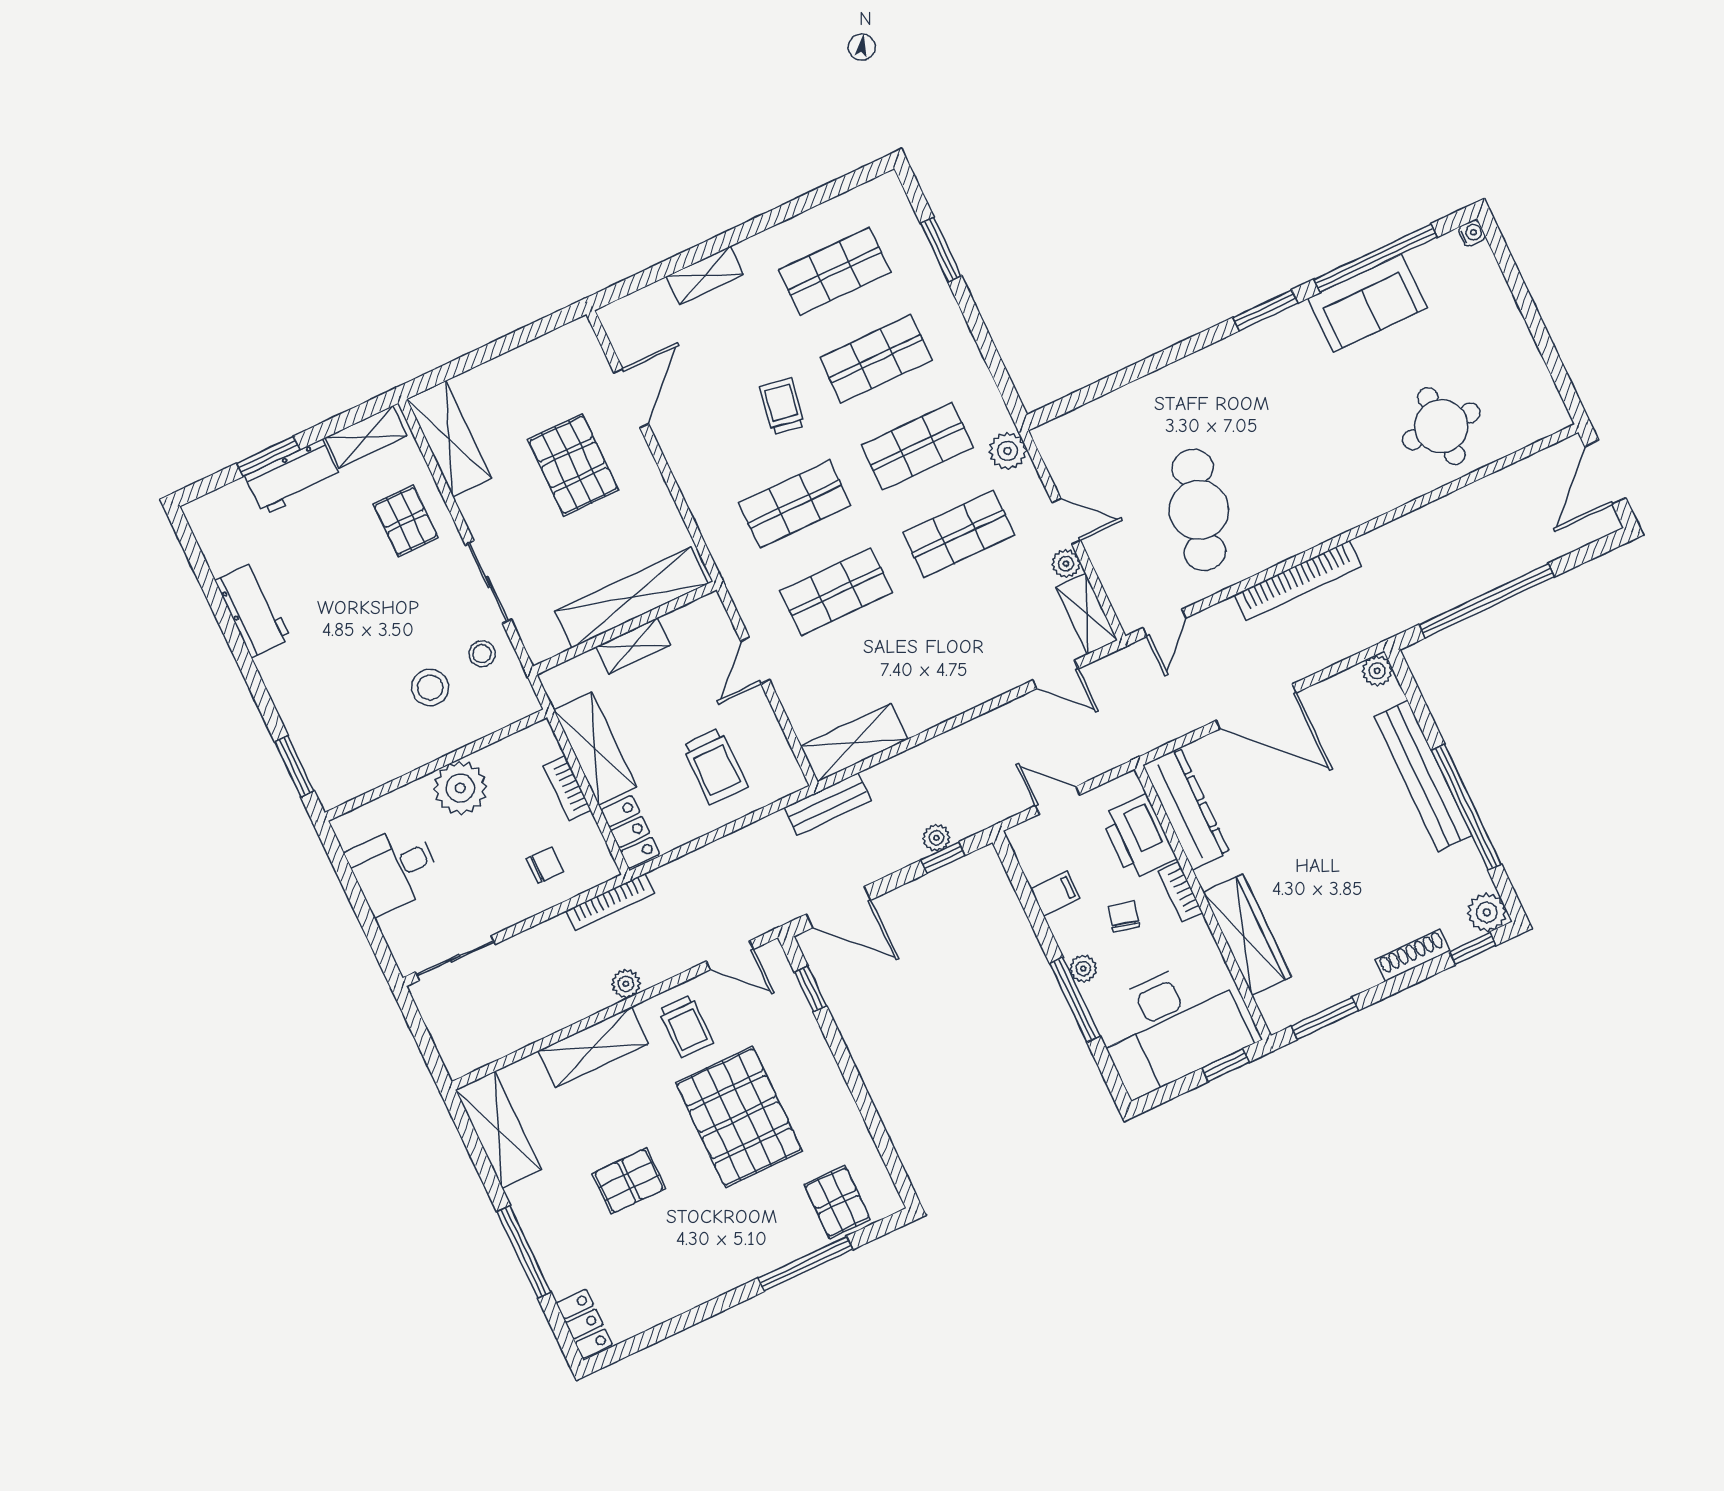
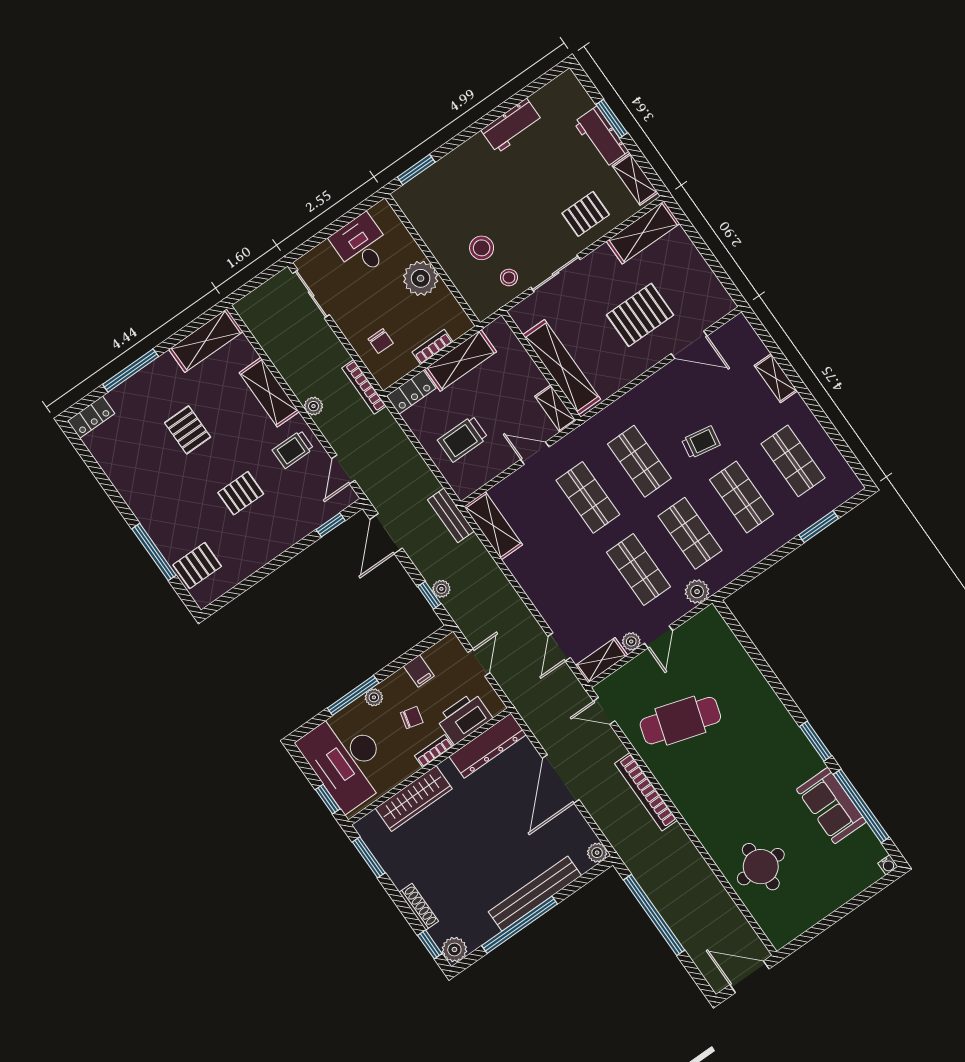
shelving: (633, 646) -> (555, 408), moved
pallet: (739, 1117) -> (241, 493), width x0.49, depth x0.50

